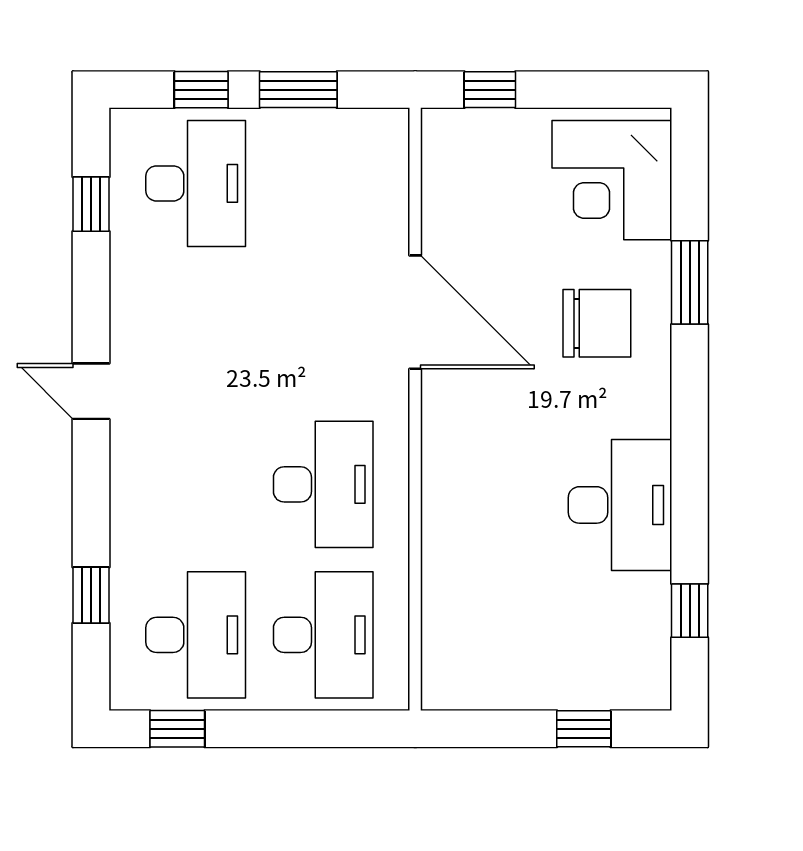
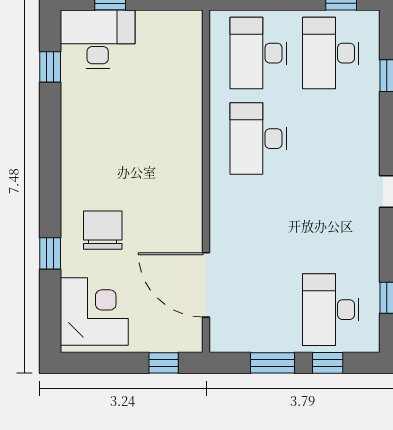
window: (690, 282) -> (50, 253), width x0.67
door: (415, 312) -> (206, 285), moved
chair: (597, 323) -> (103, 230), turned 90
desk: (620, 505) -> (98, 39), moved, turned 90

